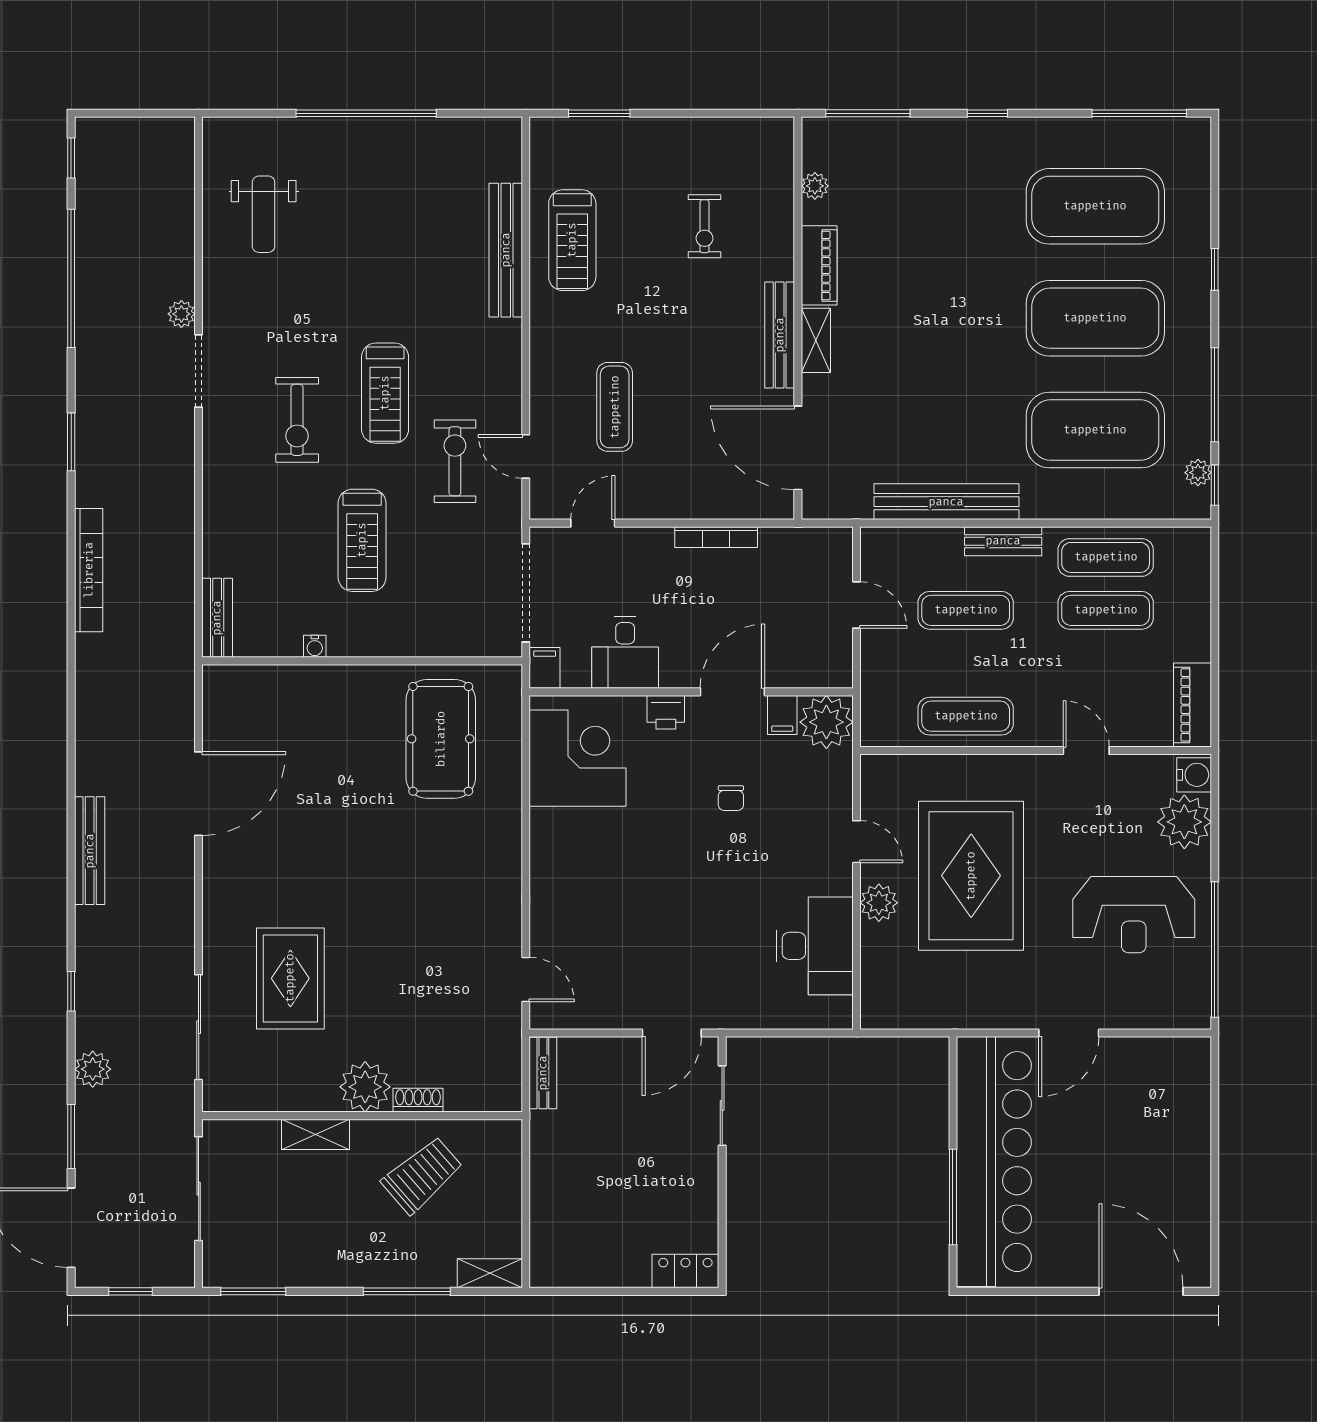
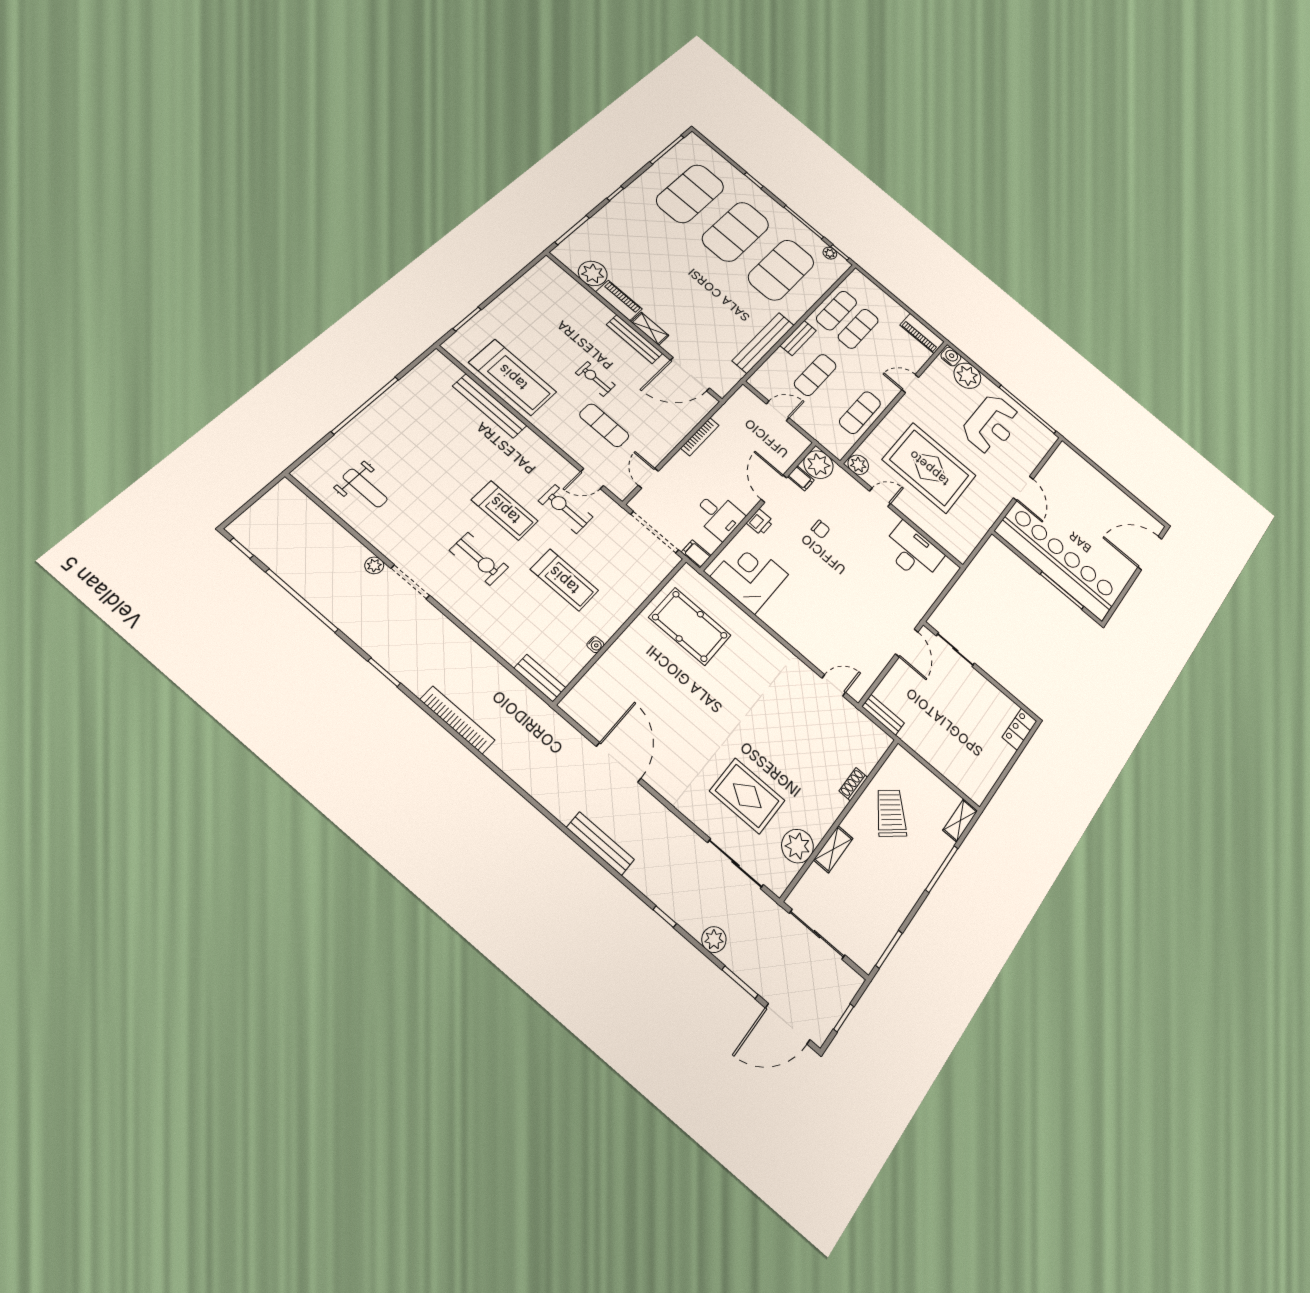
plant: (815, 186) -> (593, 273), width x1.87, depth x1.87
exercise bike: (705, 226) -> (595, 379), moved, turned 180
treadmill: (572, 240) -> (513, 377), width x1.37, depth x1.38
plant: (879, 903) -> (858, 465), moved
plant: (365, 1087) -> (797, 846), moved

